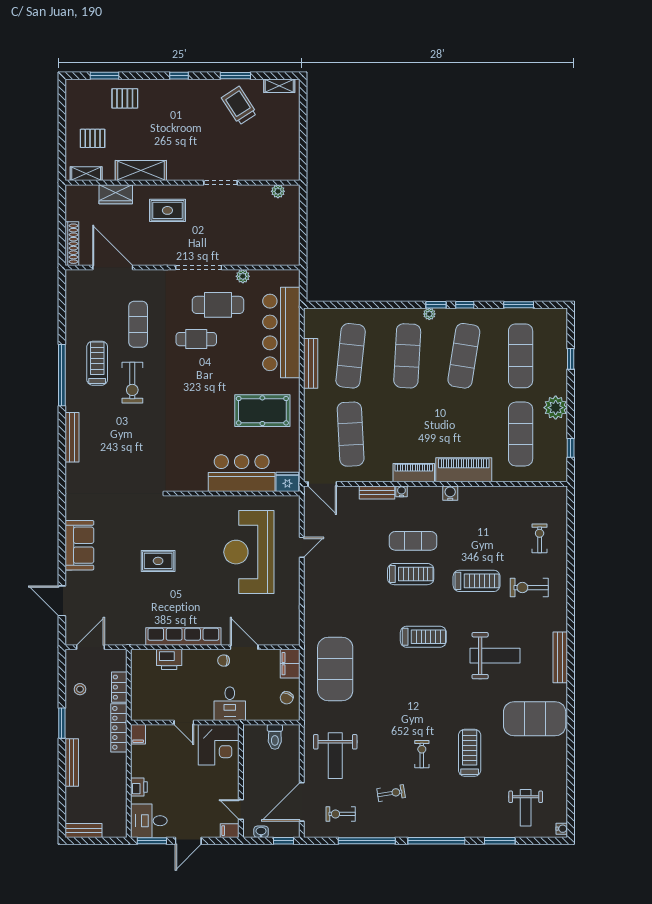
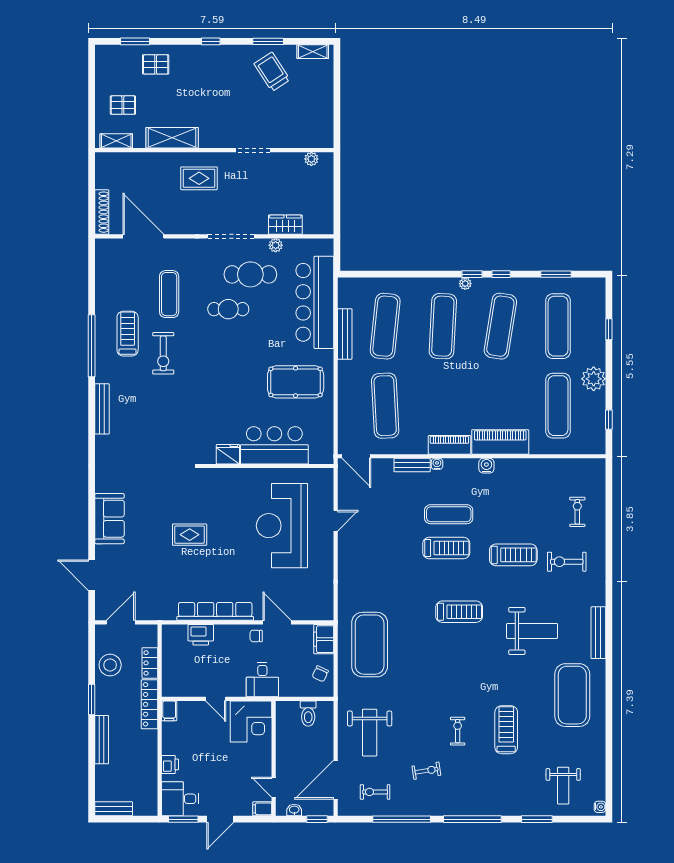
wardrobe: (116, 194) -> (285, 225), moved, turned 180
fridge: (287, 482) -> (228, 454), moved
stool: (80, 689) -> (110, 665), width x1.89, depth x1.89
exercise mat: (535, 719) -> (572, 695), turned 90

